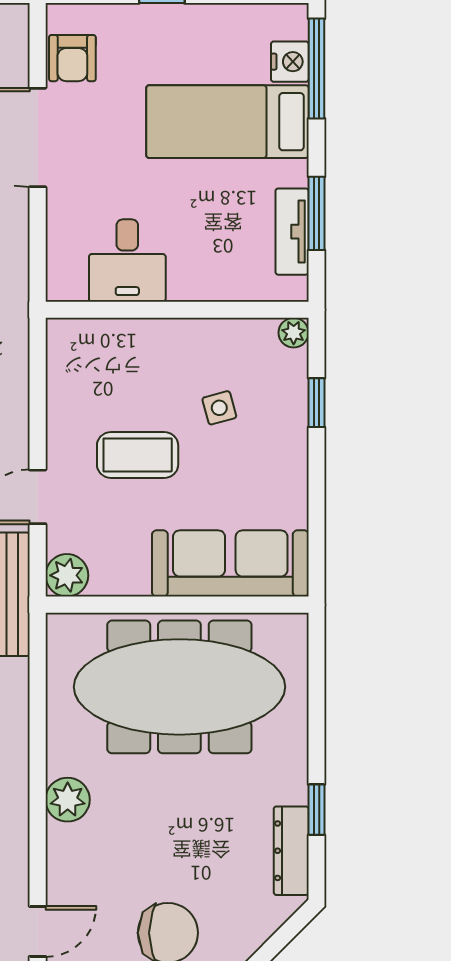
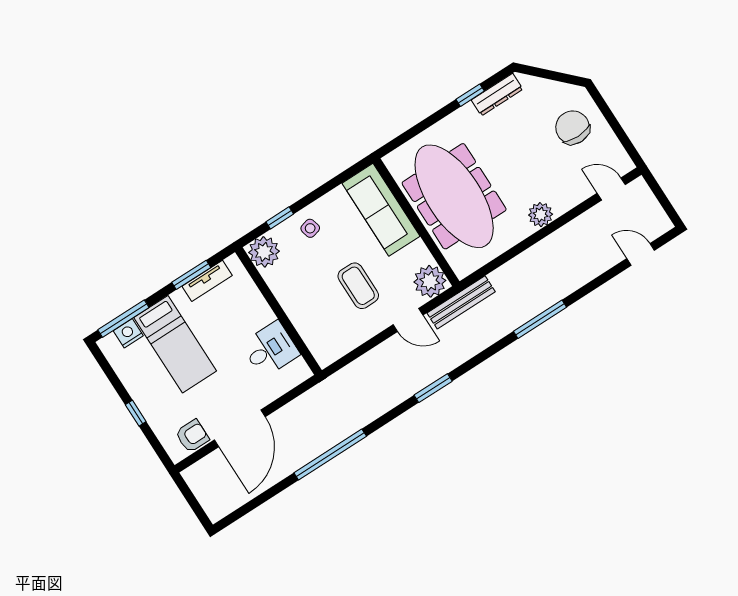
plant: (294, 333) -> (264, 252), width x1.88, depth x1.88
side table: (219, 408) -> (310, 228), moved
plant: (67, 575) -> (430, 281), width x1.36, depth x1.36

